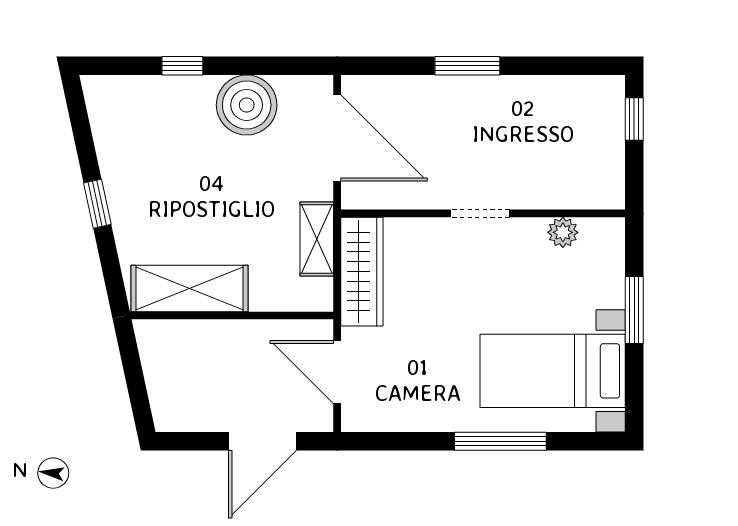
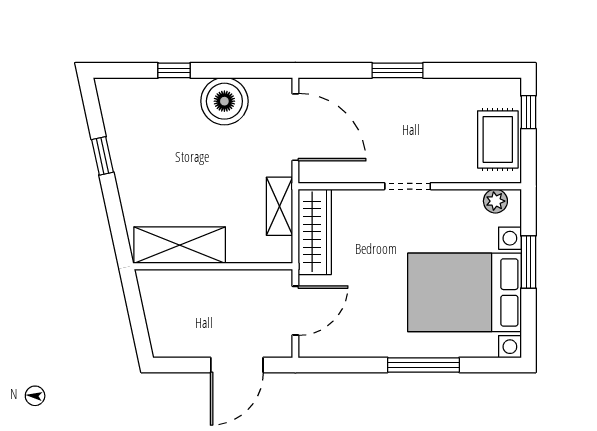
rug: (595, 154) -> (498, 139), added
window: (97, 204) -> (102, 156), moved
plant: (563, 232) -> (495, 201), moved
bed with nightstands: (553, 371) -> (464, 292), width x1.36
door: (337, 372) -> (295, 311), swing flipped

